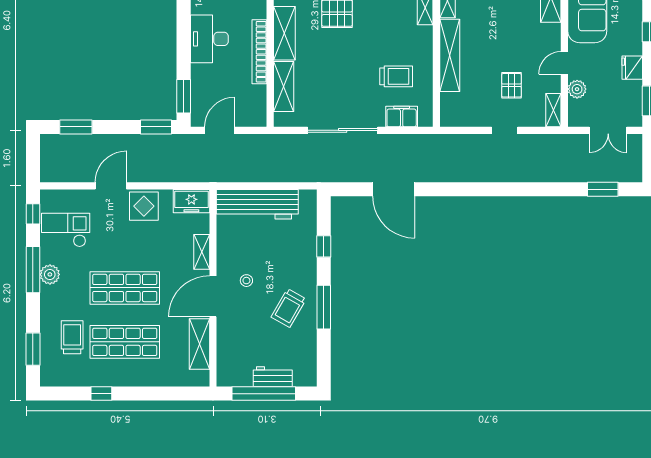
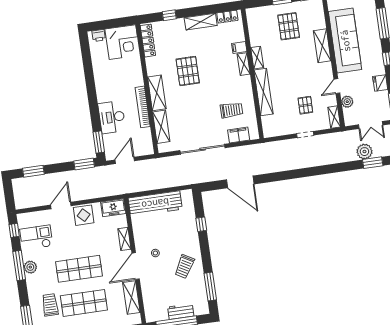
desk: (209, 39) -> (112, 117), moved
plant: (593, 170) -> (364, 152), added
window: (324, 307) -> (210, 287), moved

